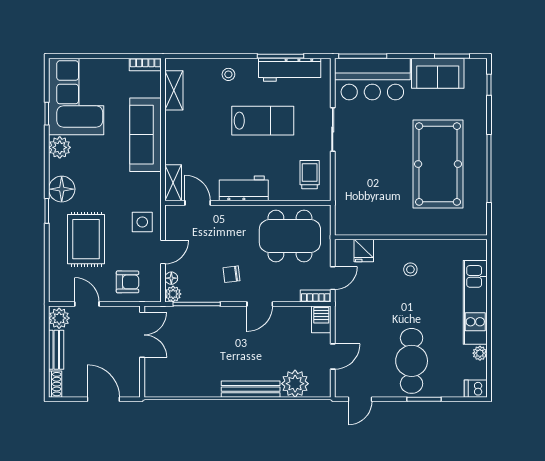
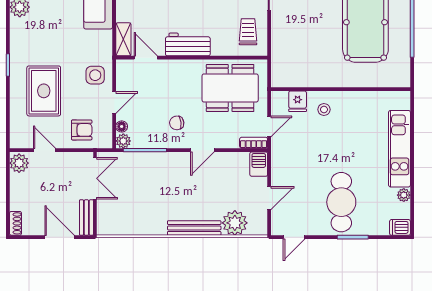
floor lamp: (62, 189) -> (22, 45), removed
stool: (410, 269) -> (324, 109), moved
bench: (56, 350) -> (86, 217), moved

